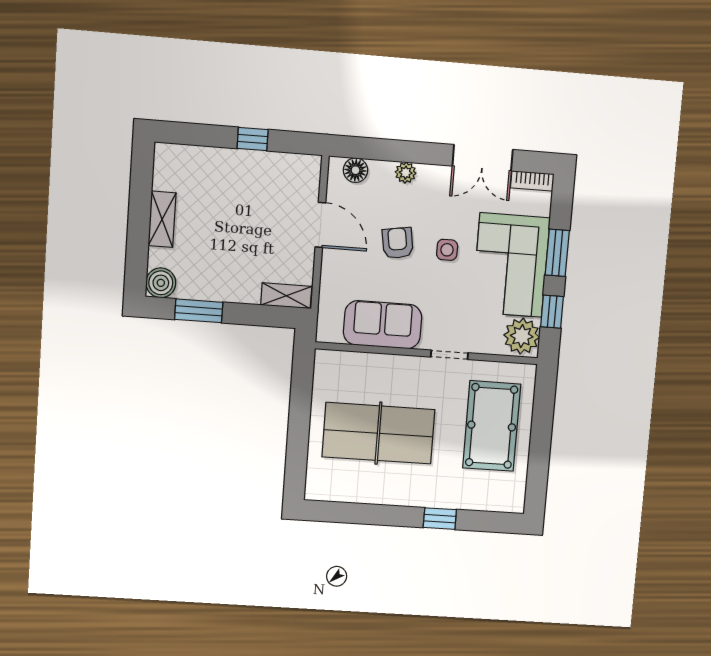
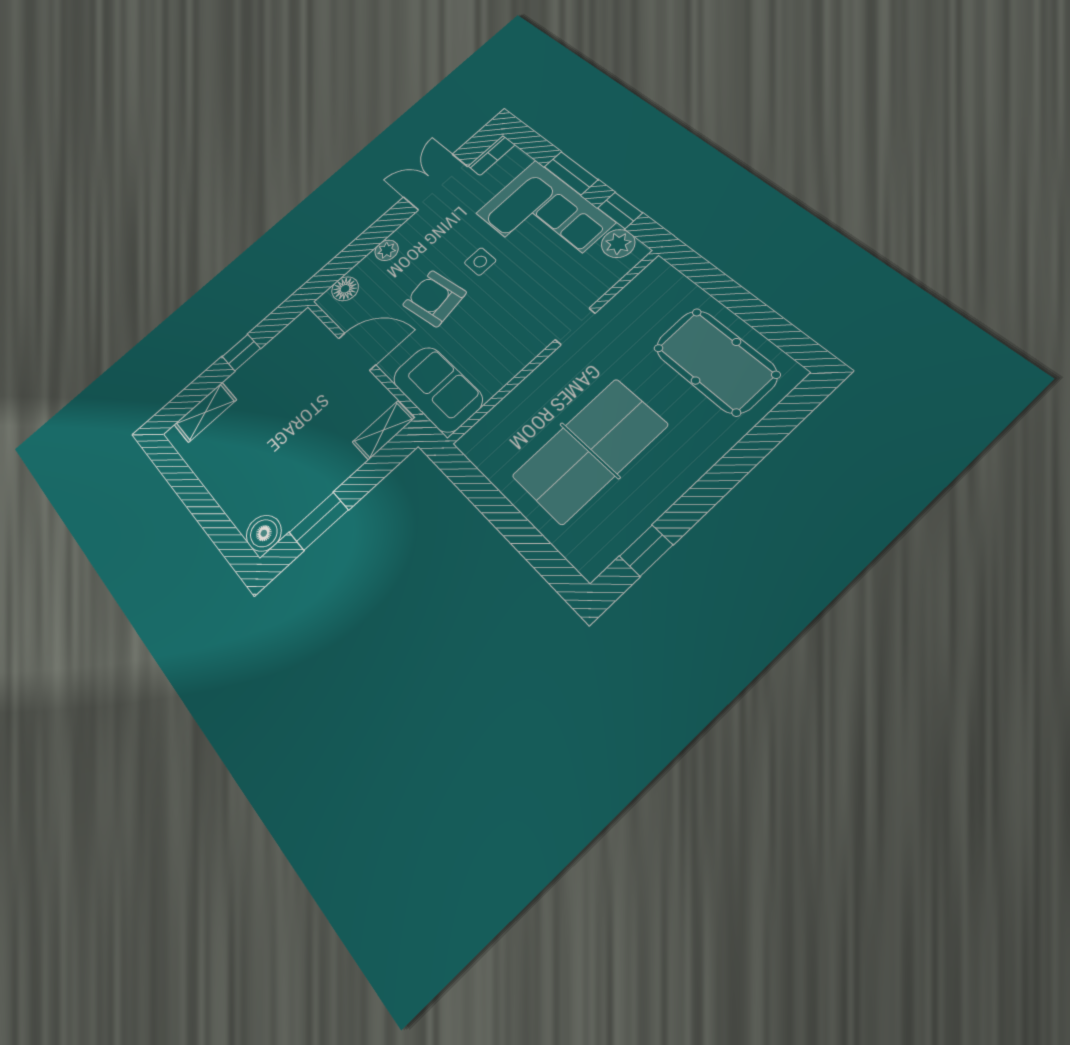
double door: (483, 158) -> (435, 182), swing flipped
shelving: (162, 219) -> (205, 412), moved, turned 90
armchair: (398, 243) -> (434, 299), width x1.38, depth x1.38
sofa: (383, 325) -> (438, 389), moved, turned 90
plant: (522, 336) -> (618, 244), width x0.73, depth x0.73
pool table: (492, 426) -> (716, 361), moved
window: (440, 519) -> (646, 550), moved

